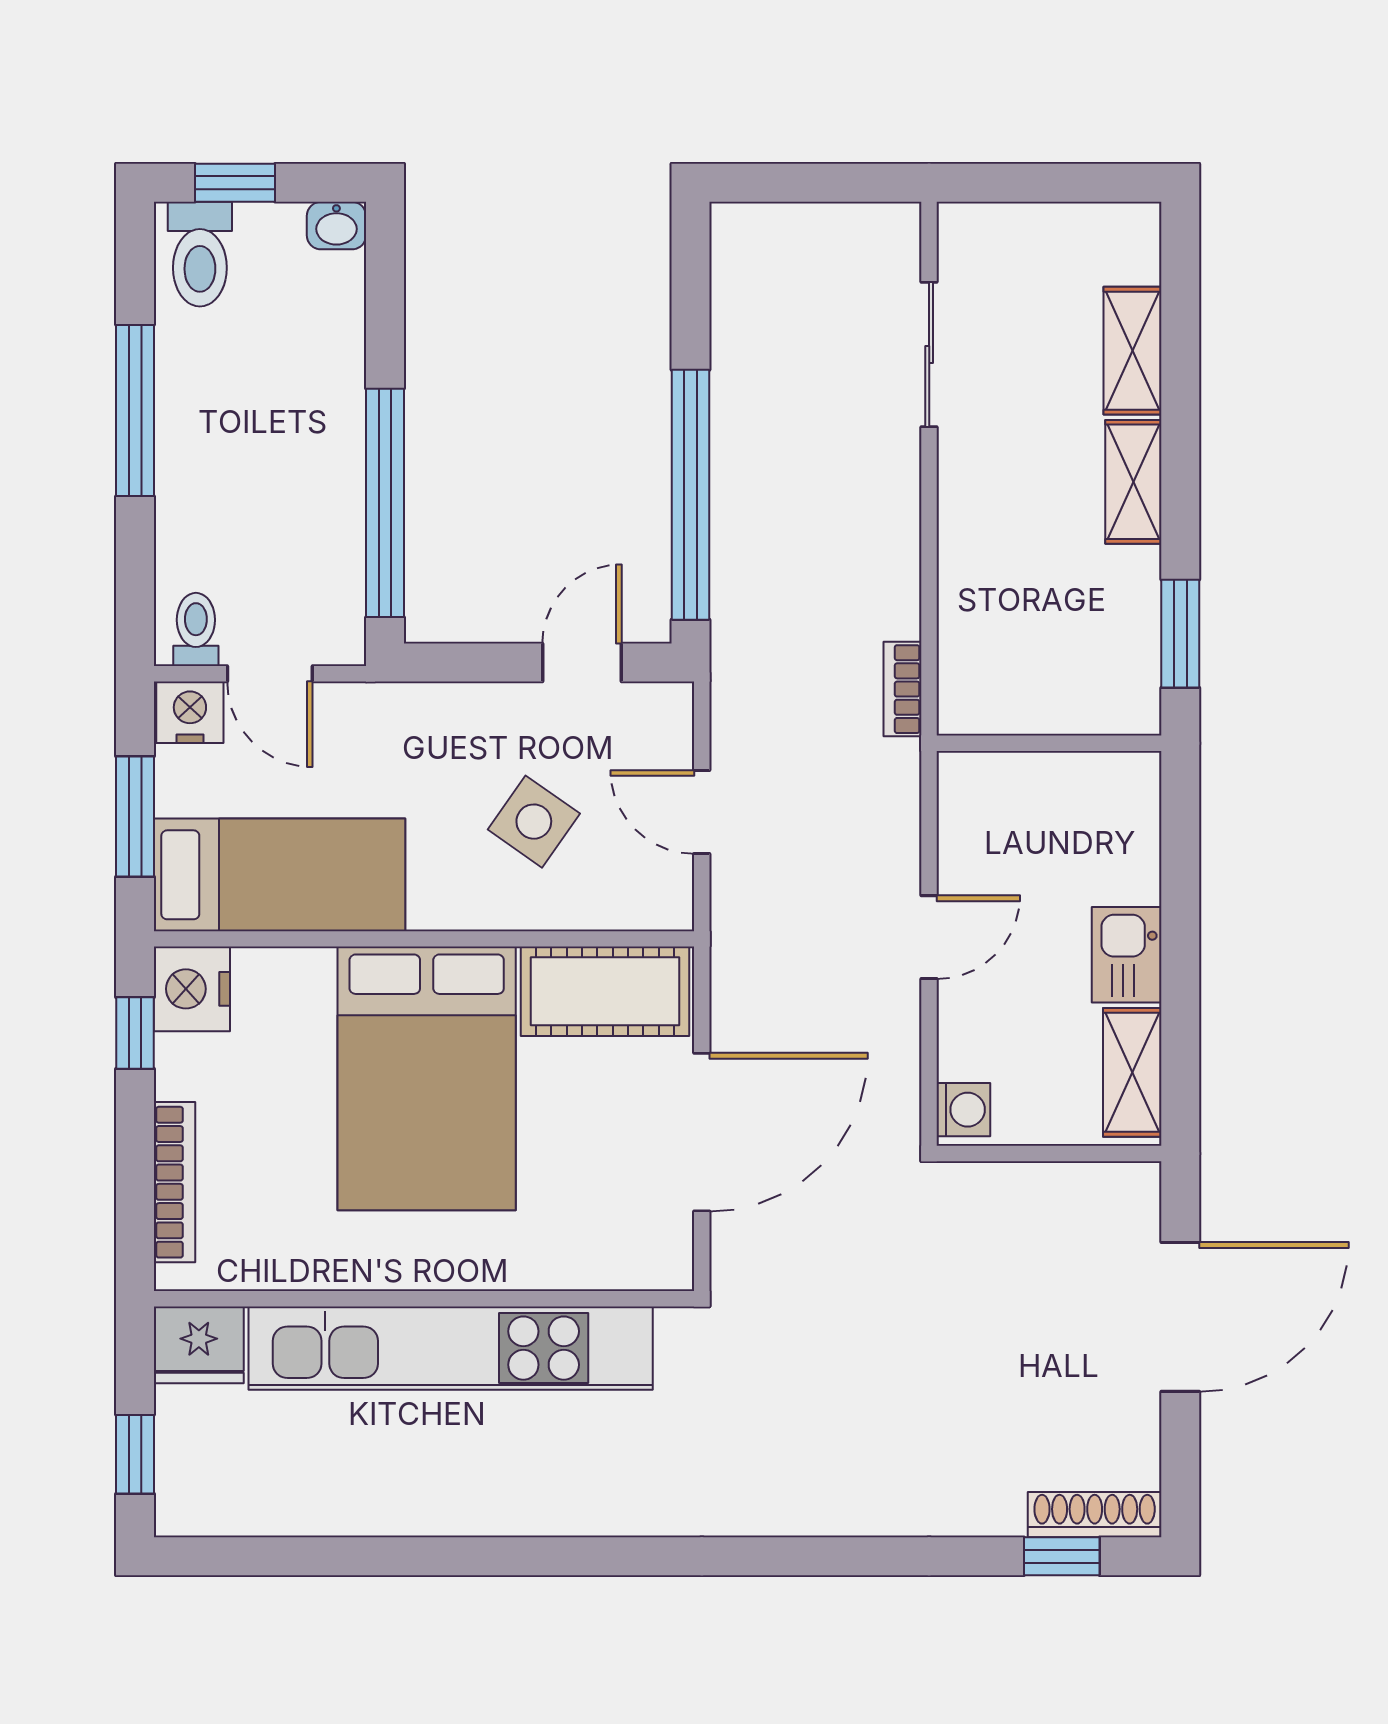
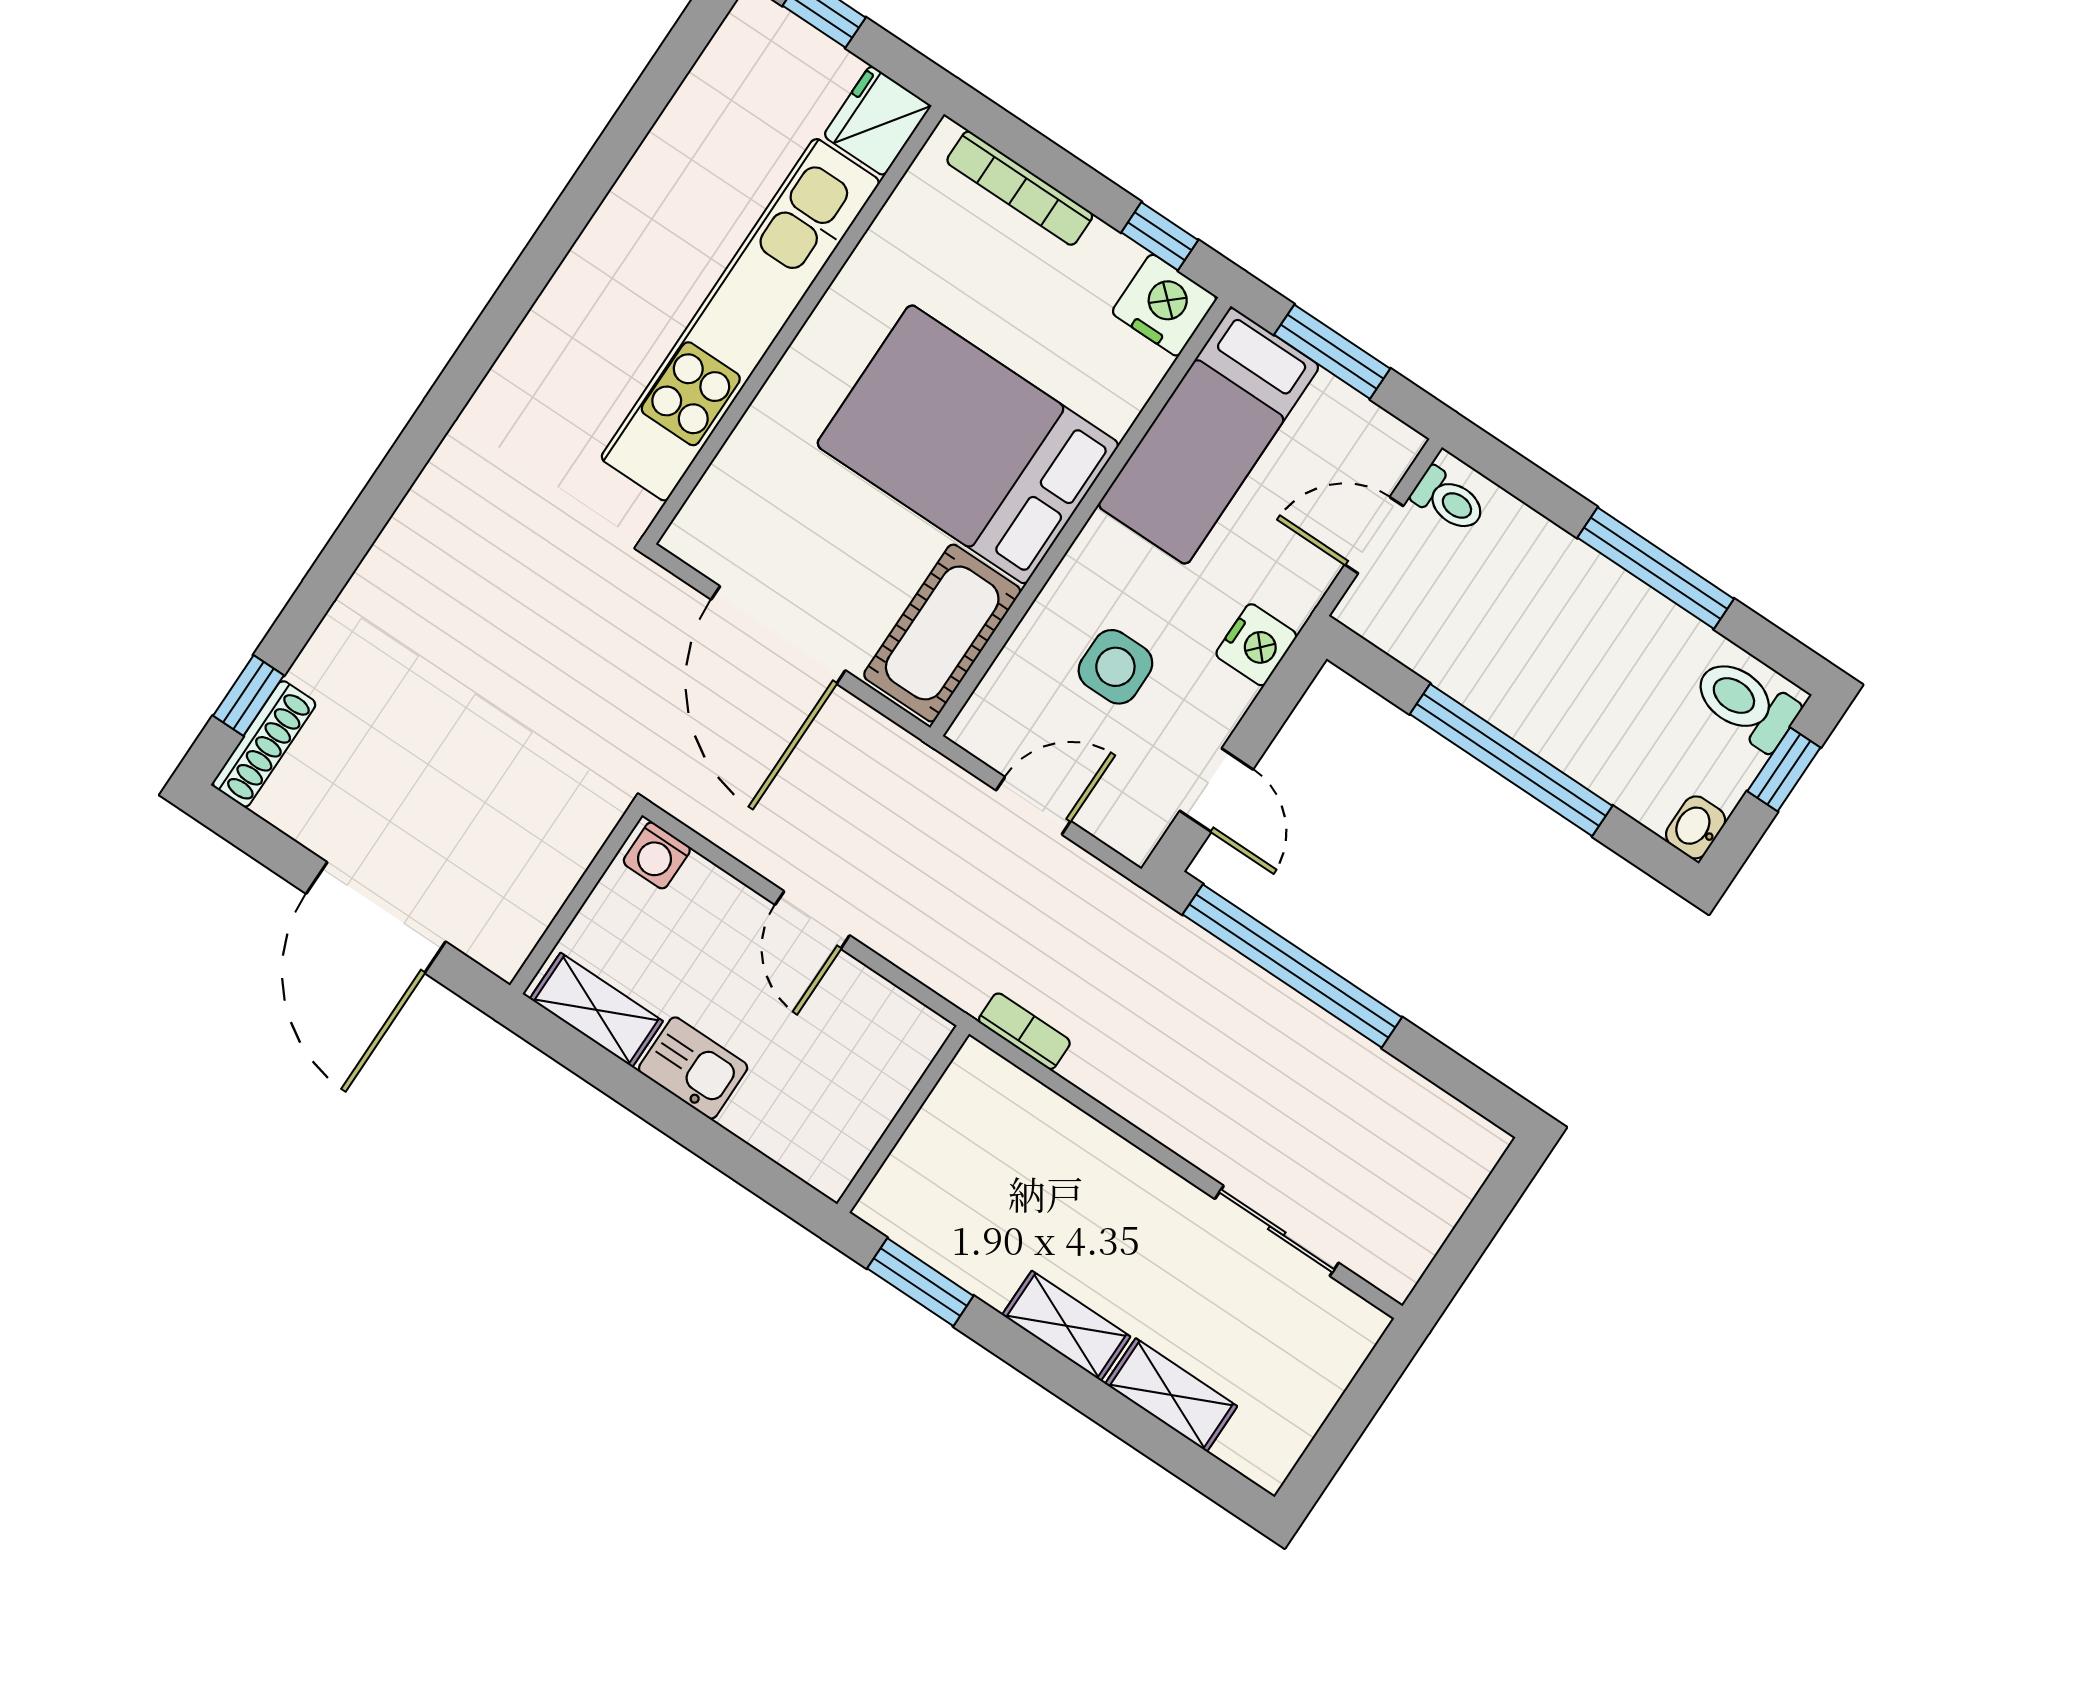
window: (385, 503) -> (1511, 760), moved
nightstand: (190, 712) -> (1256, 645), moved
side table: (534, 822) -> (1115, 667), turned -35

